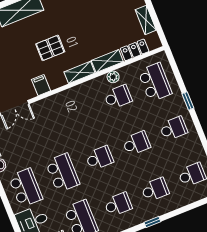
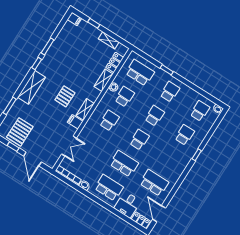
shelving: (79, 72) -> (85, 109), moved
school desk: (118, 204) -> (109, 121), moved

